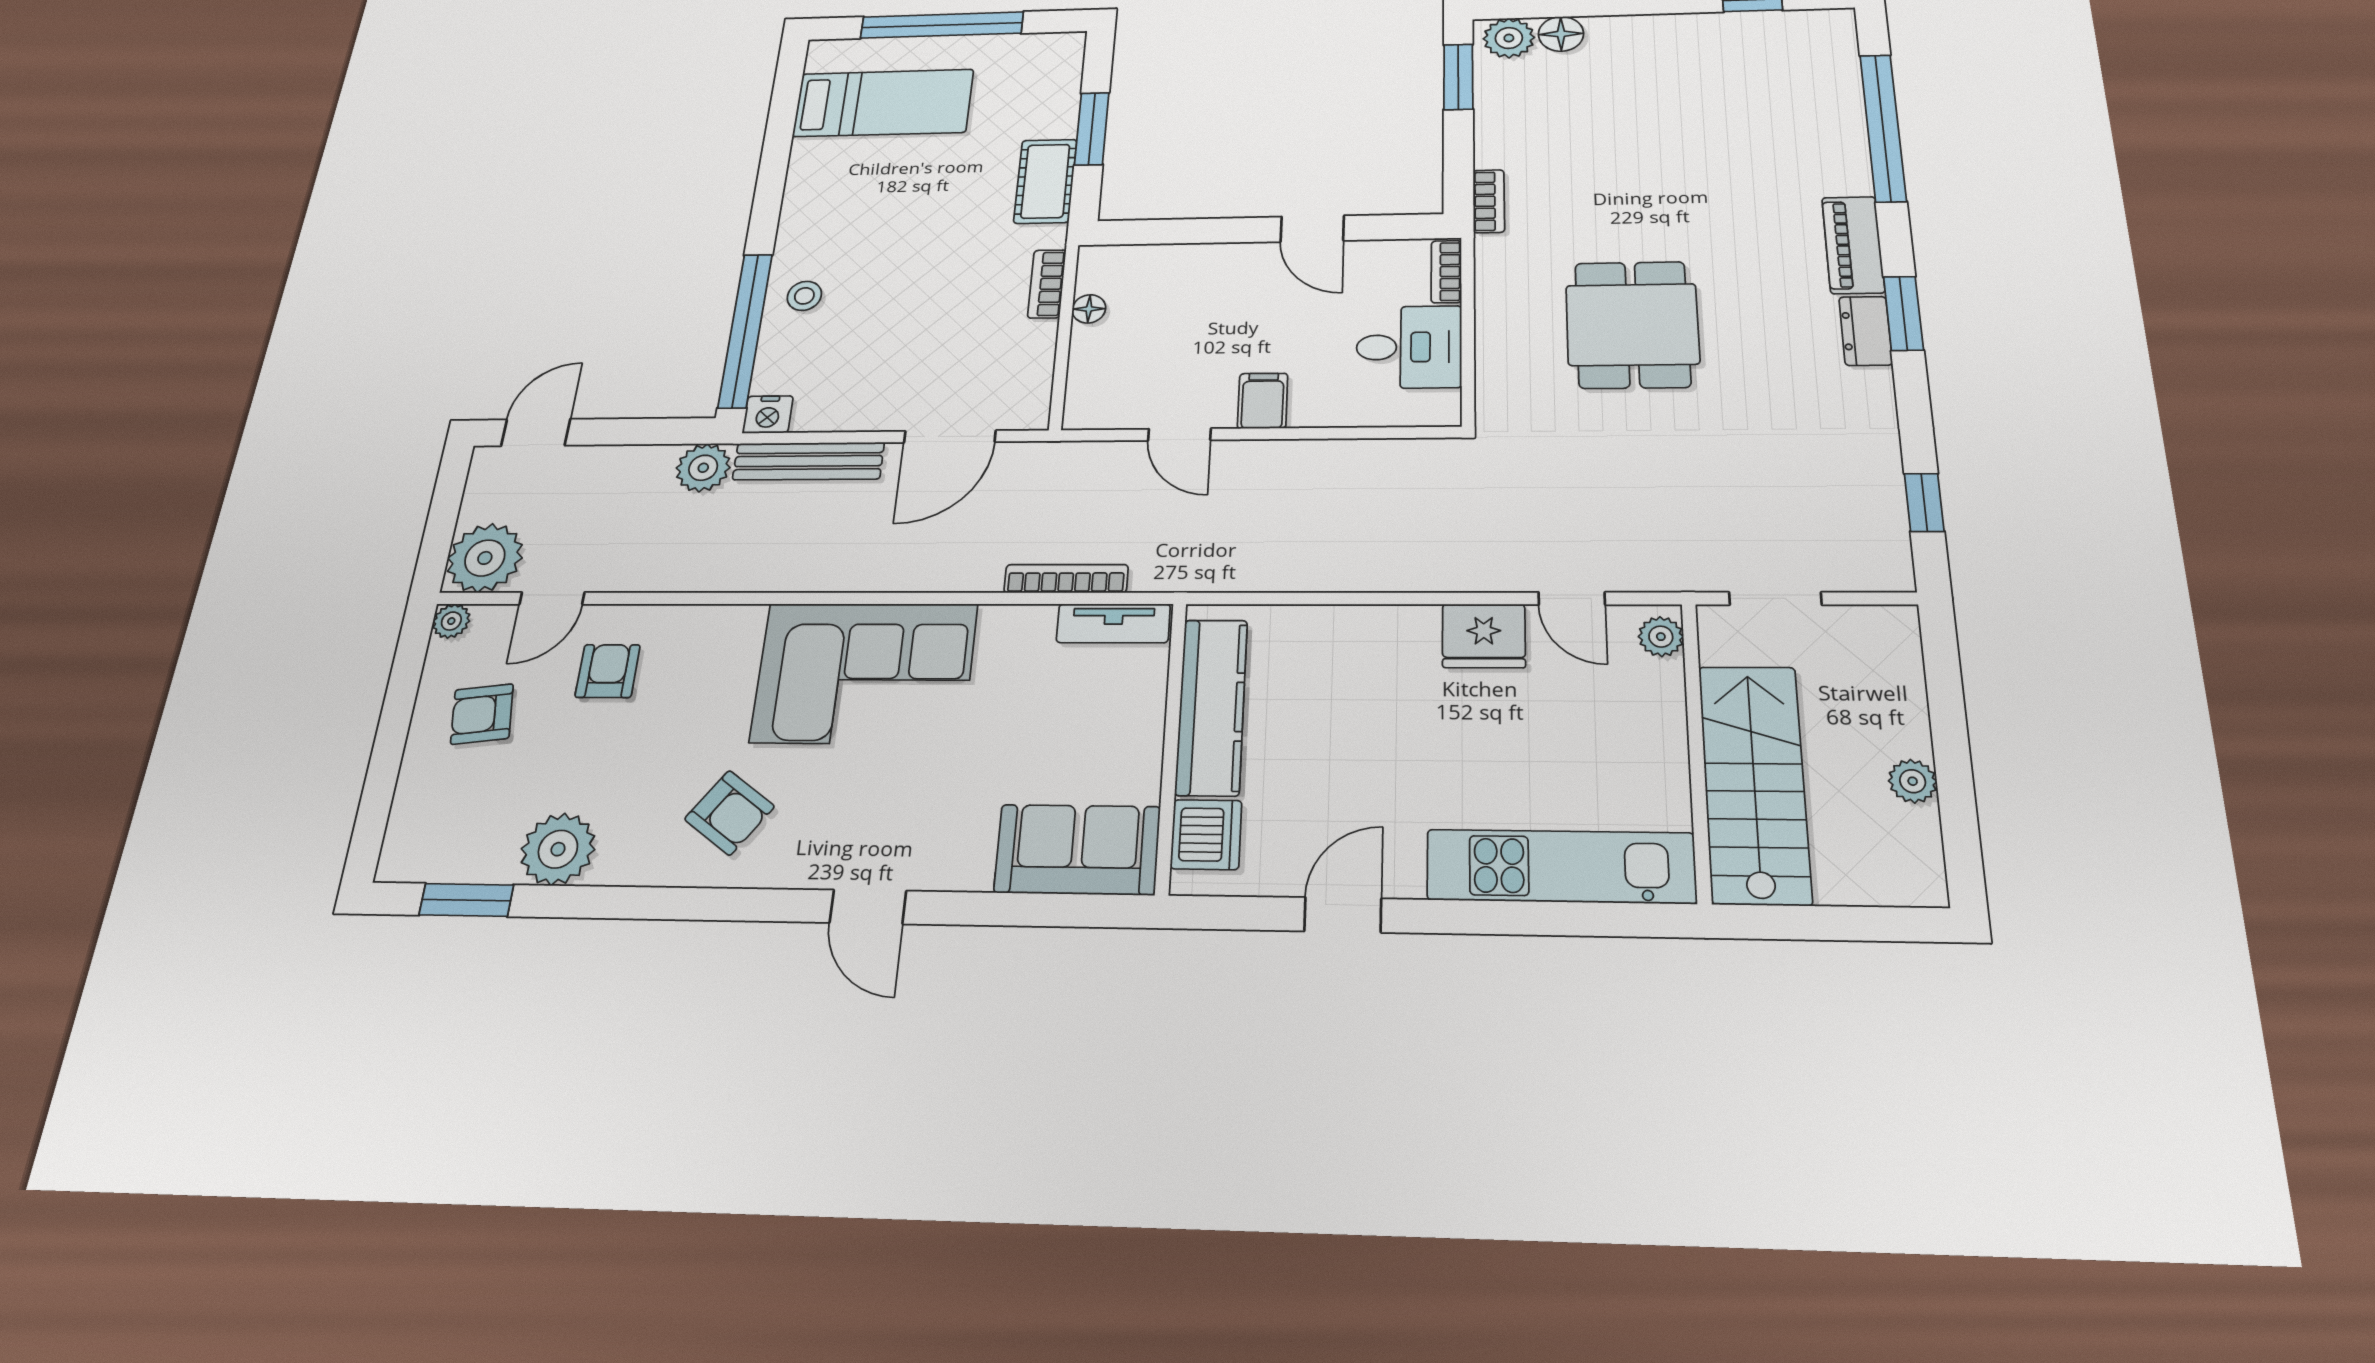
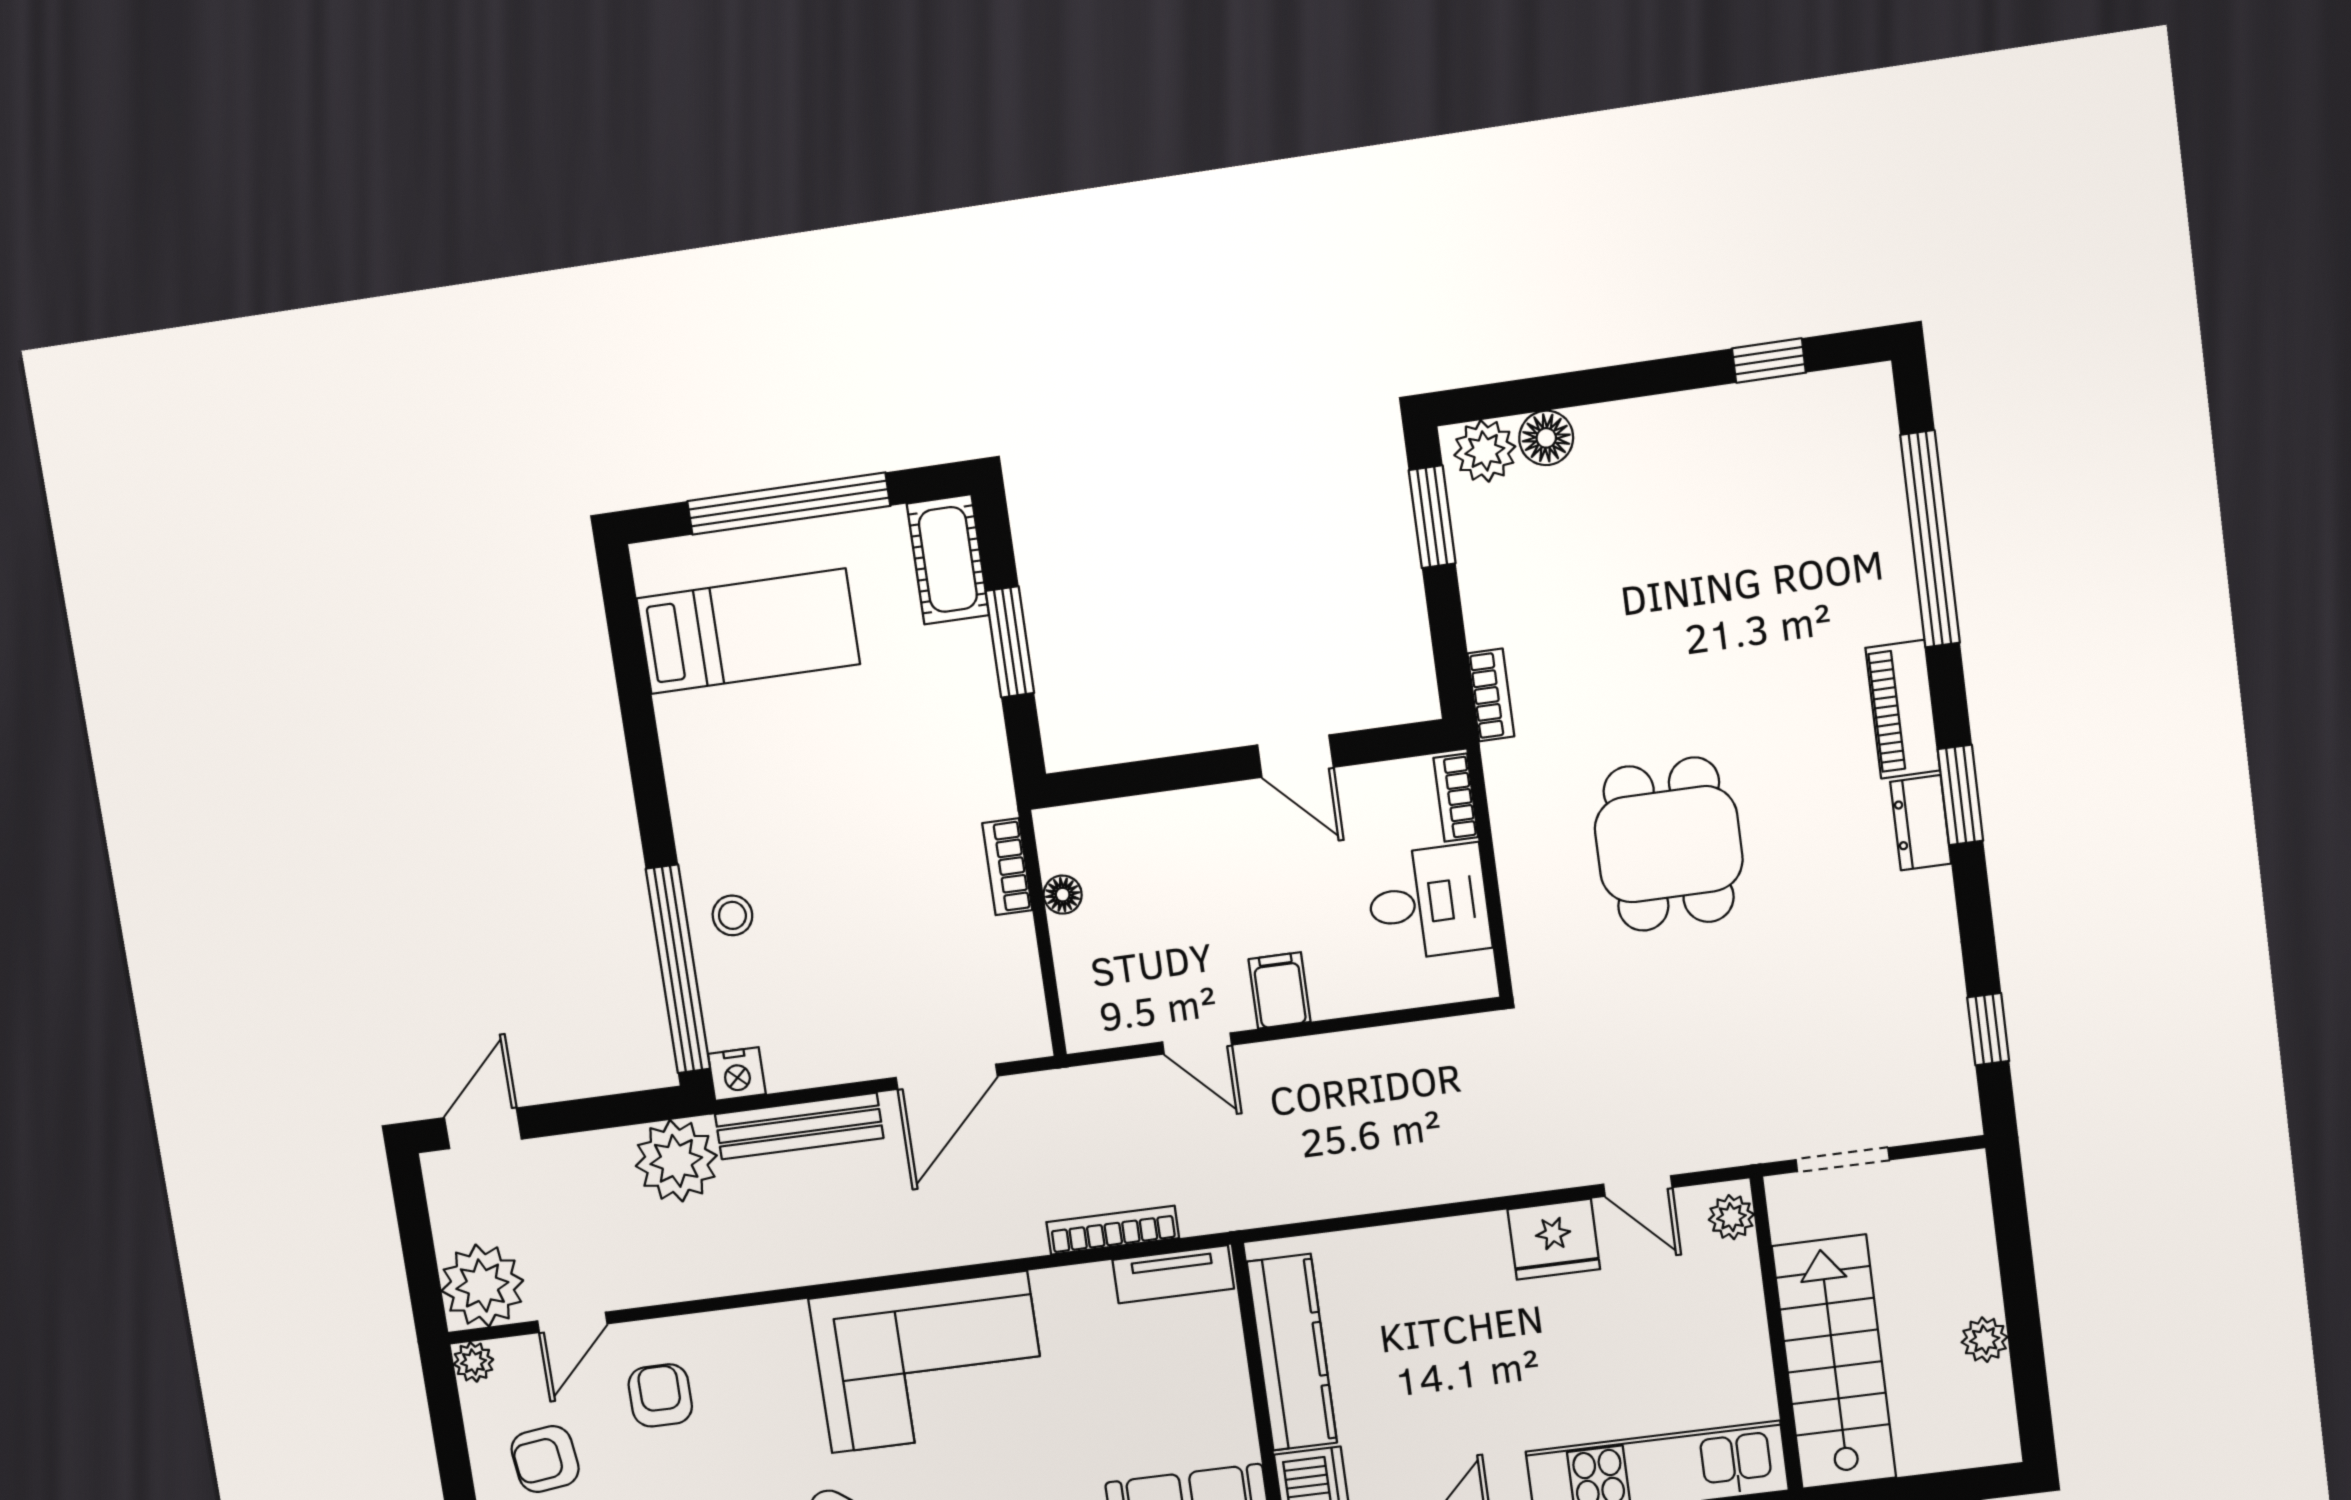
cot: (1045, 181) -> (948, 559), moved
plant: (703, 468) -> (676, 1161), width x1.36, depth x1.36

